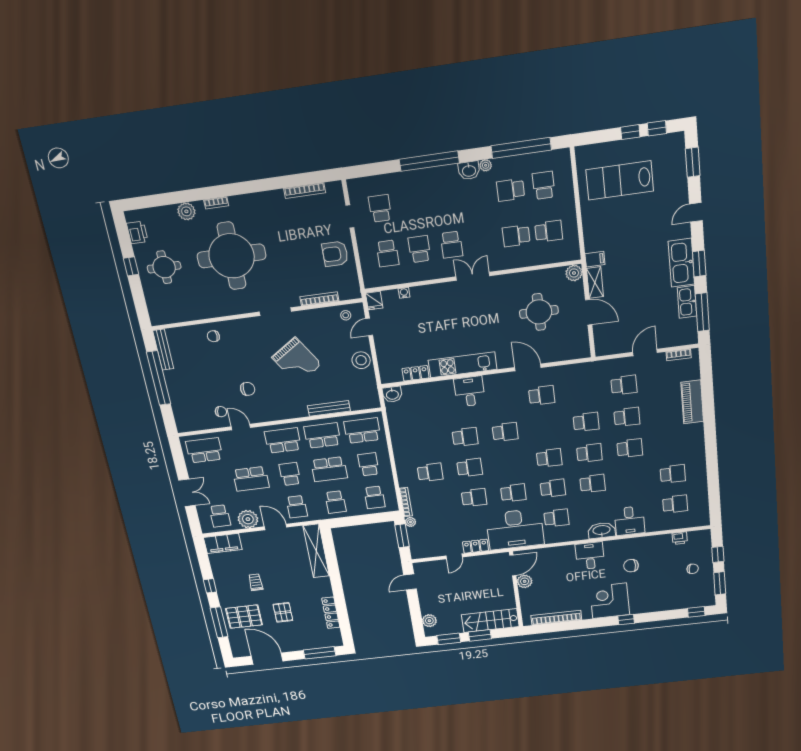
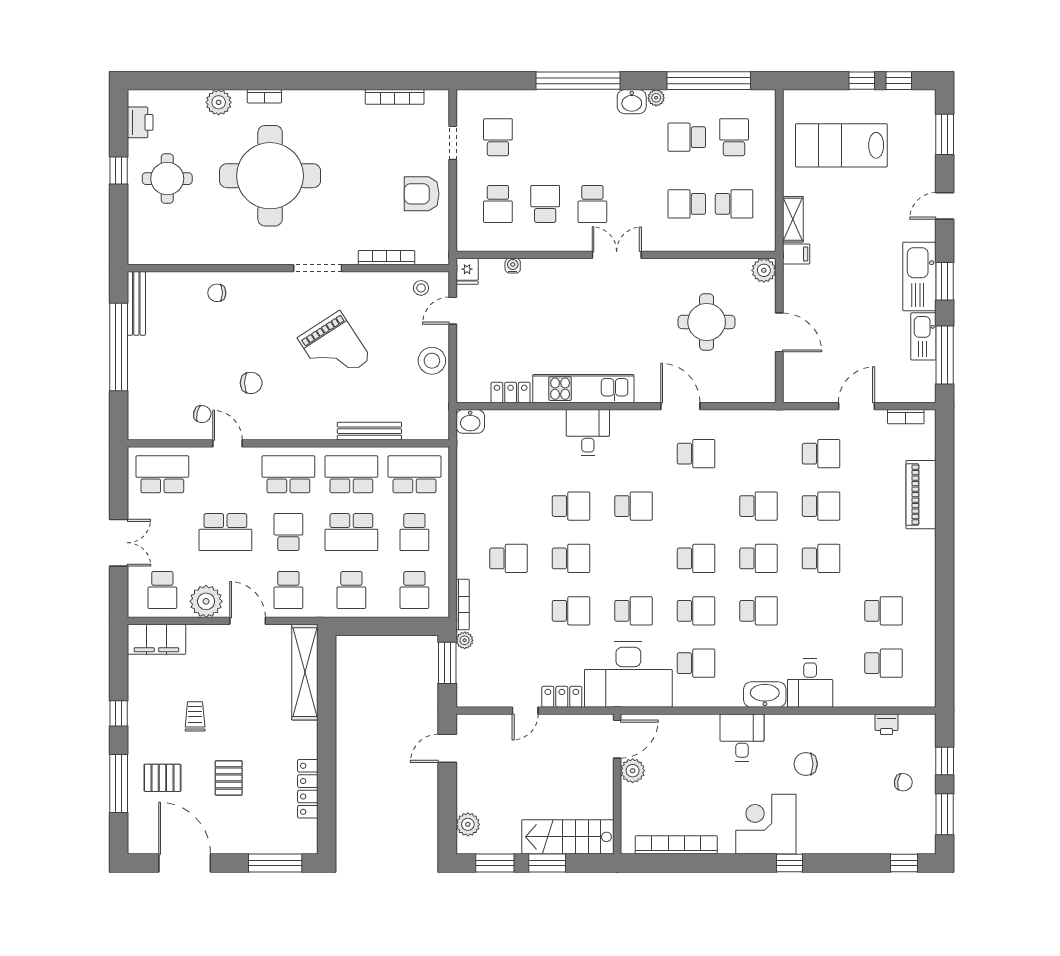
shelving: (595, 283) -> (793, 219), moved
school desk: (368, 464) -> (414, 532), turned 180
pallet: (244, 617) -> (162, 778), width x0.67, depth x0.71

